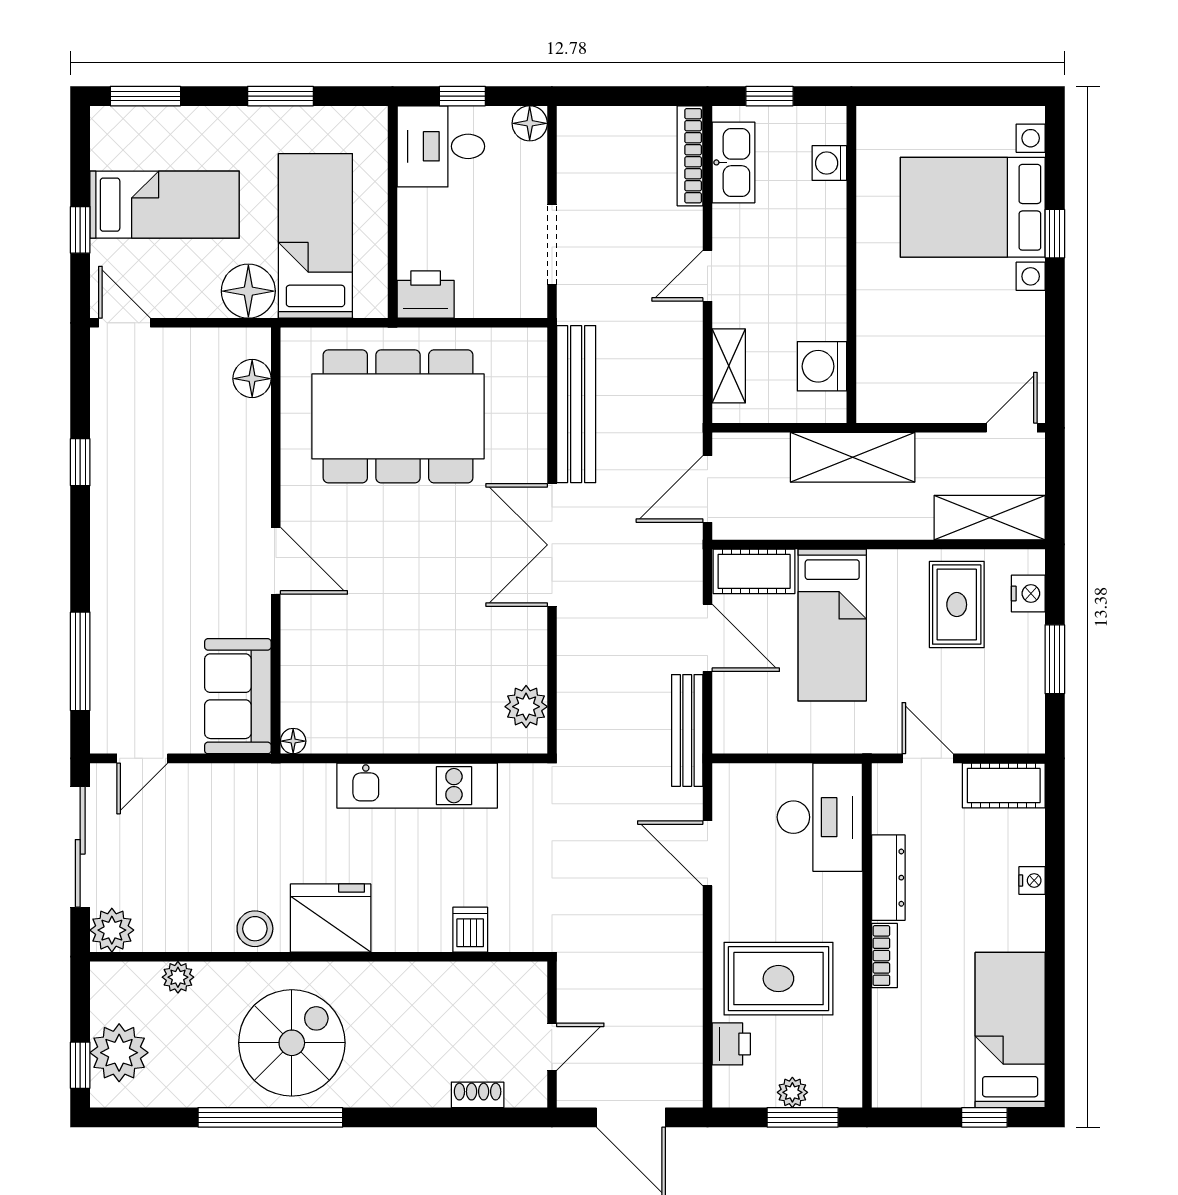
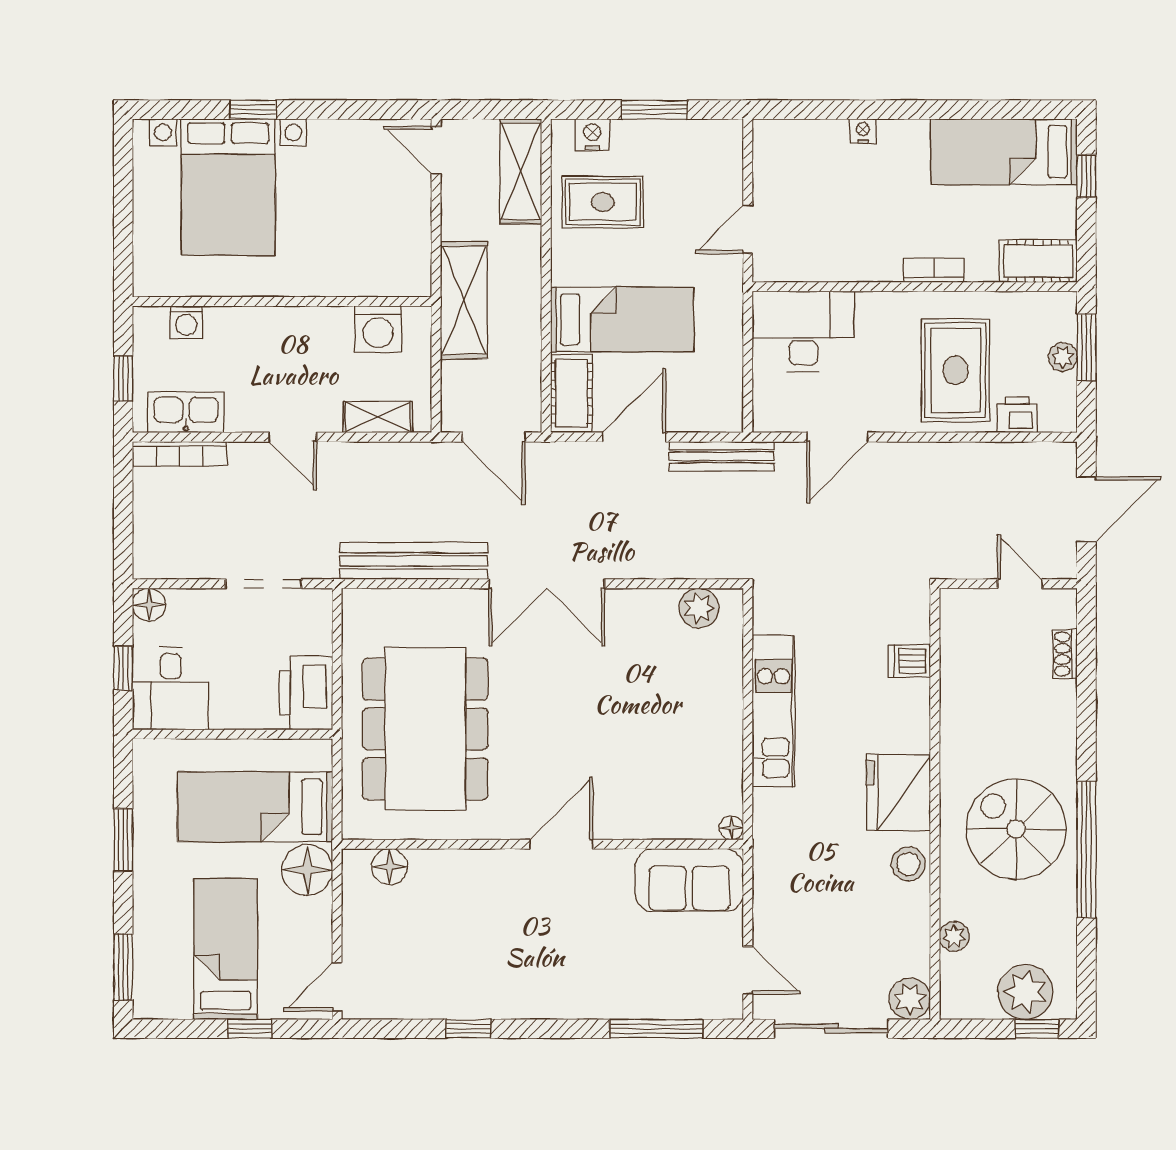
printer: (426, 295) -> (306, 693), width x1.37, depth x1.19
cot: (1004, 786) -> (1038, 261), moved, turned 90
dresser: (888, 878) -> (860, 267), removed

